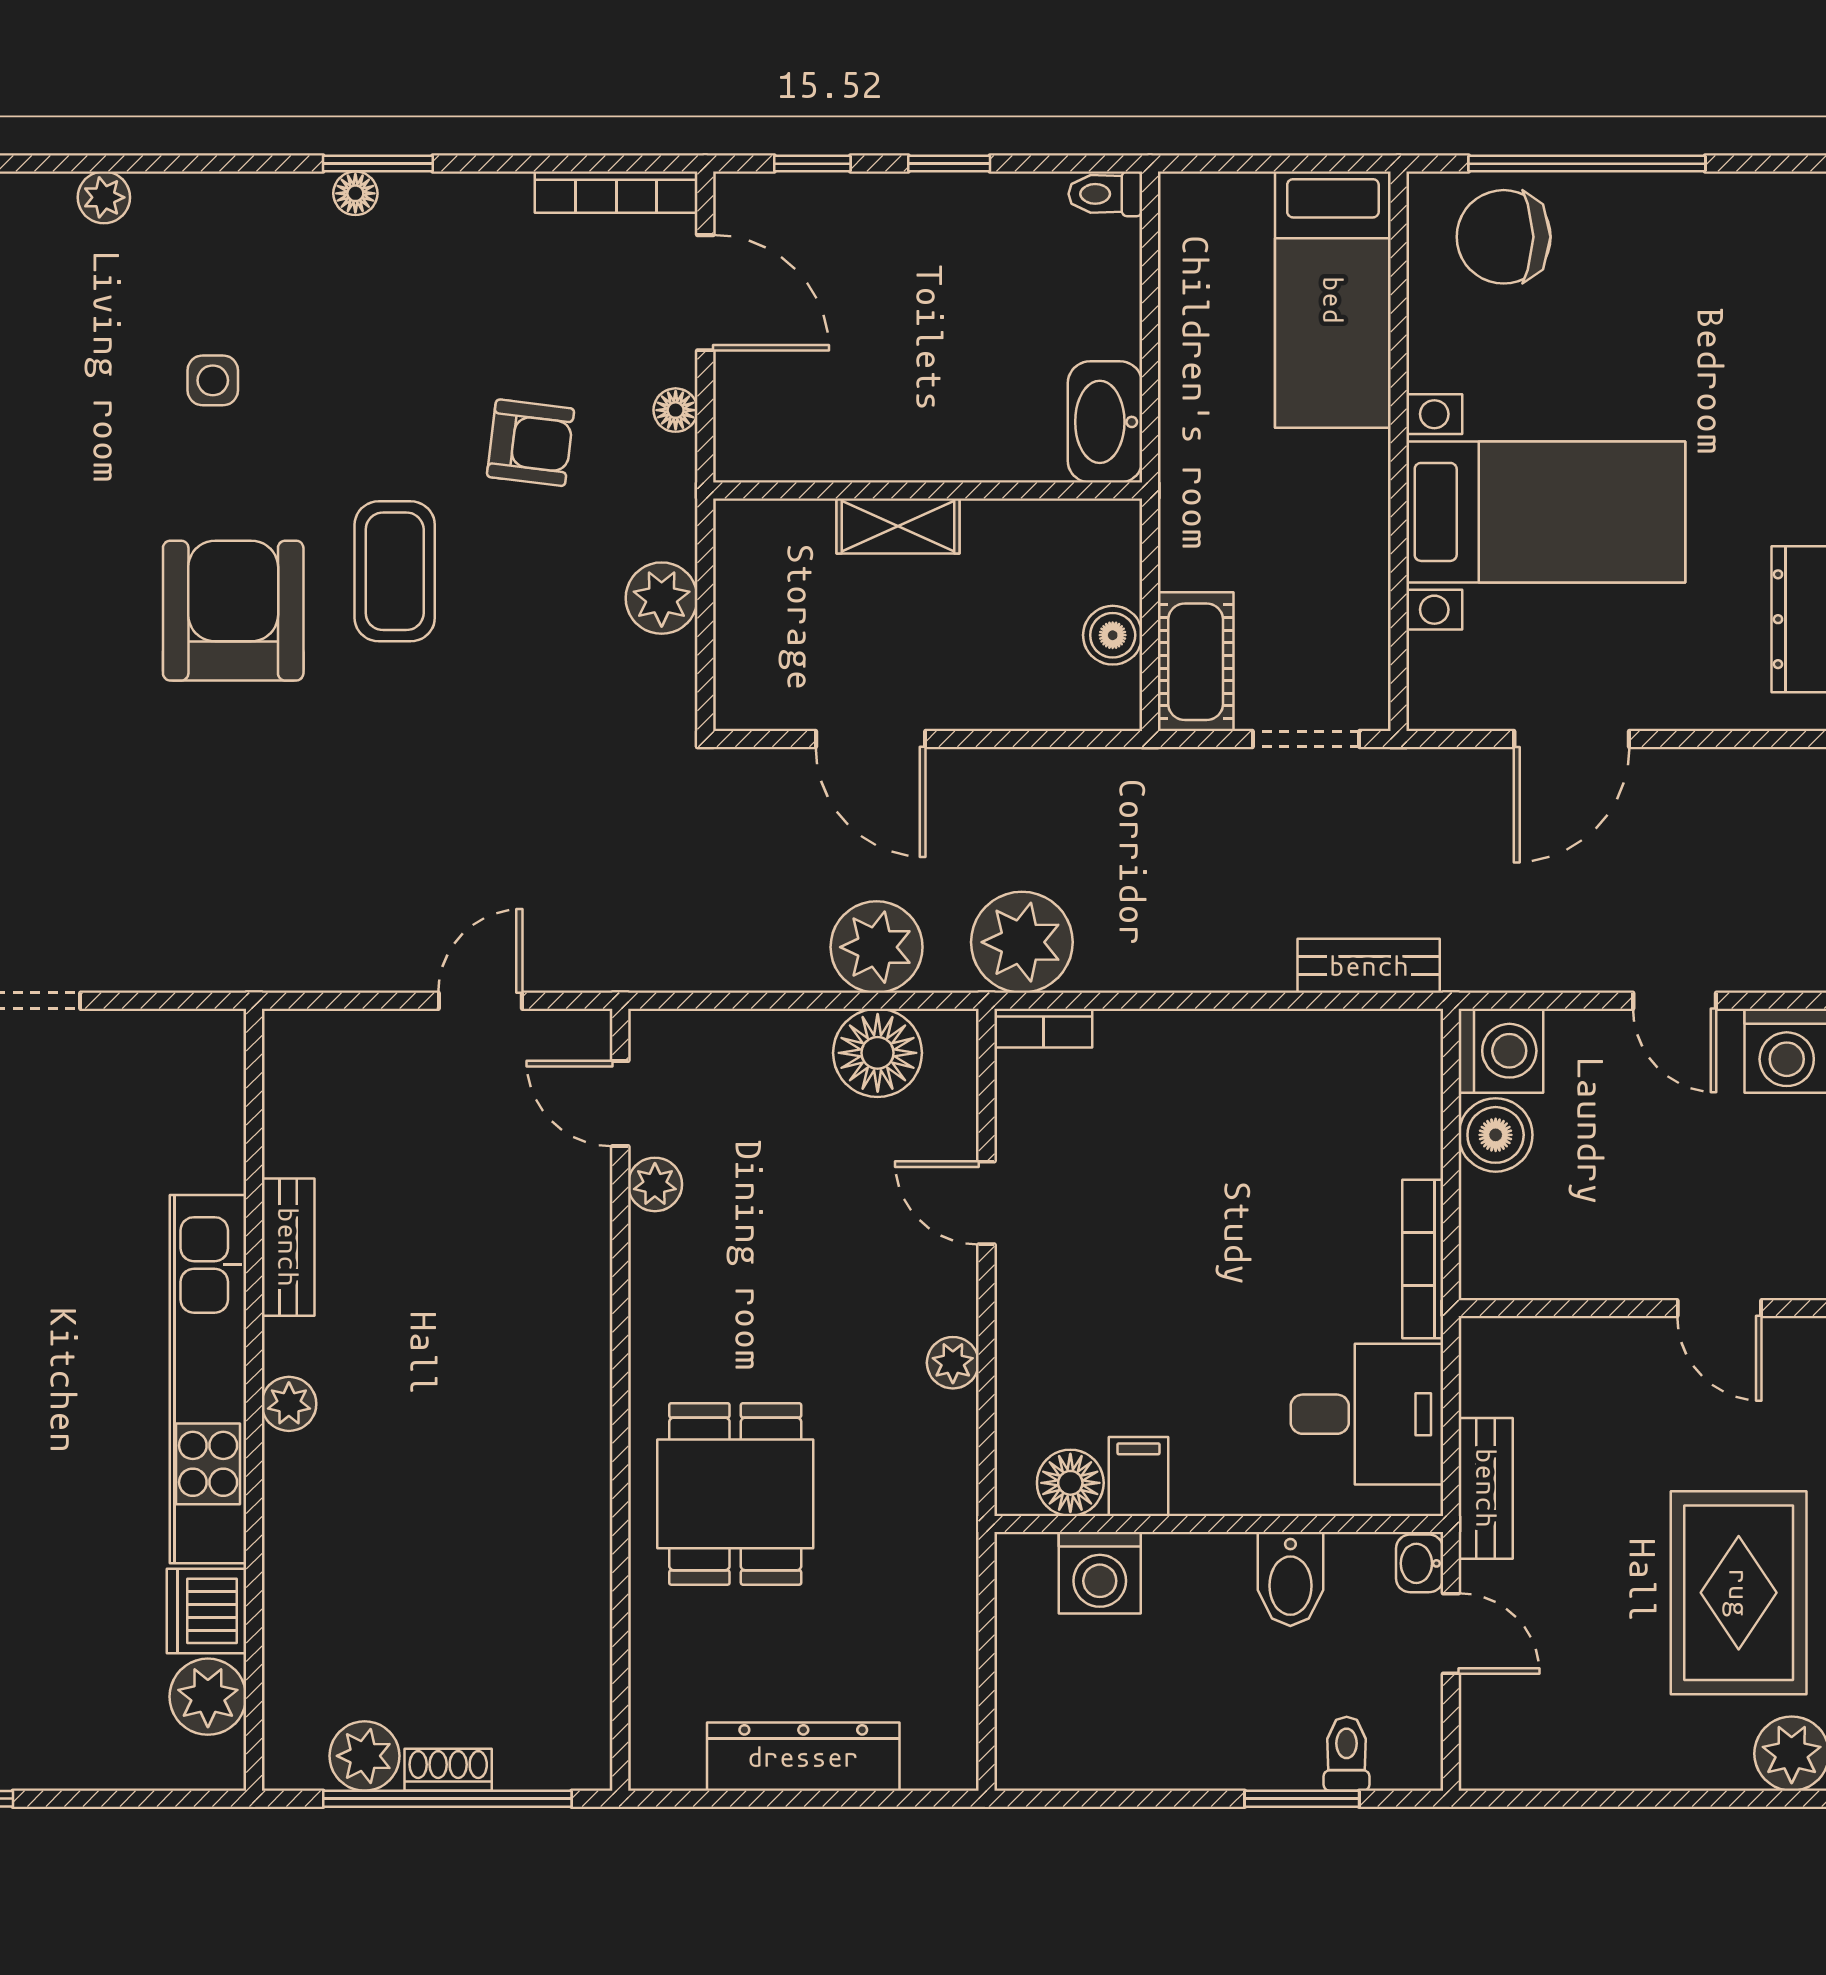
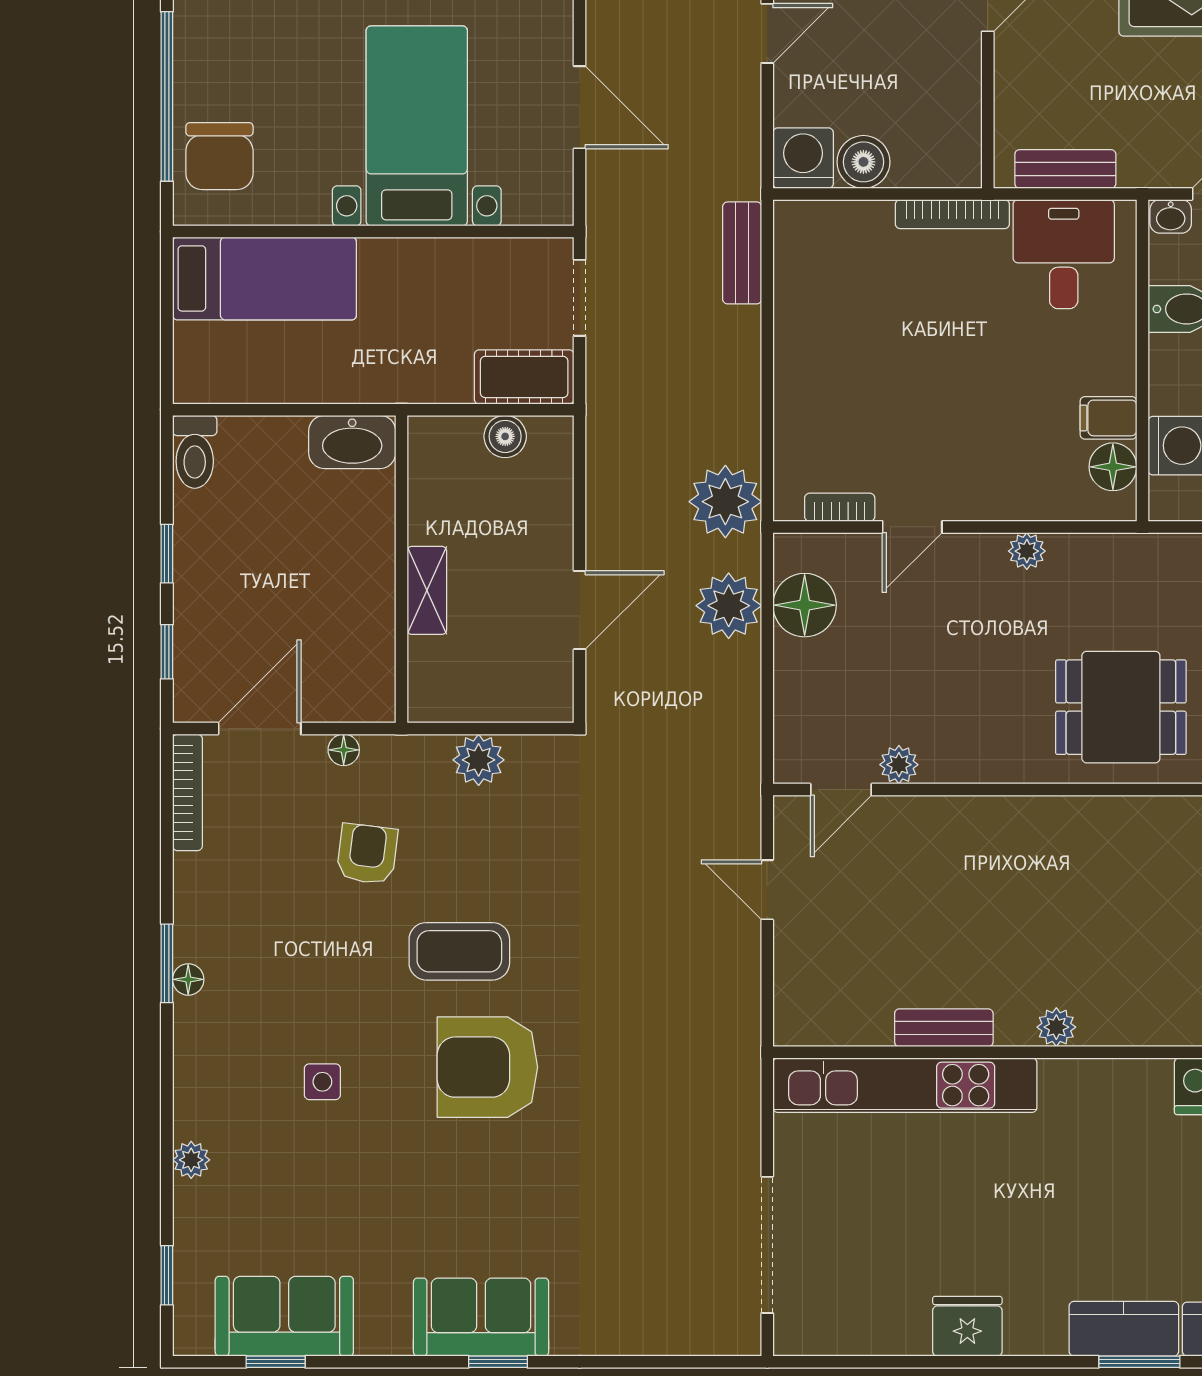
toilet: (1105, 194) -> (195, 452), width x1.37, depth x1.39
bookcase: (1043, 1028) -> (840, 507), moved, turned -90
kitchen unit: (208, 1379) -> (905, 1085), moved
bench: (1486, 1488) -> (1065, 169), moved

